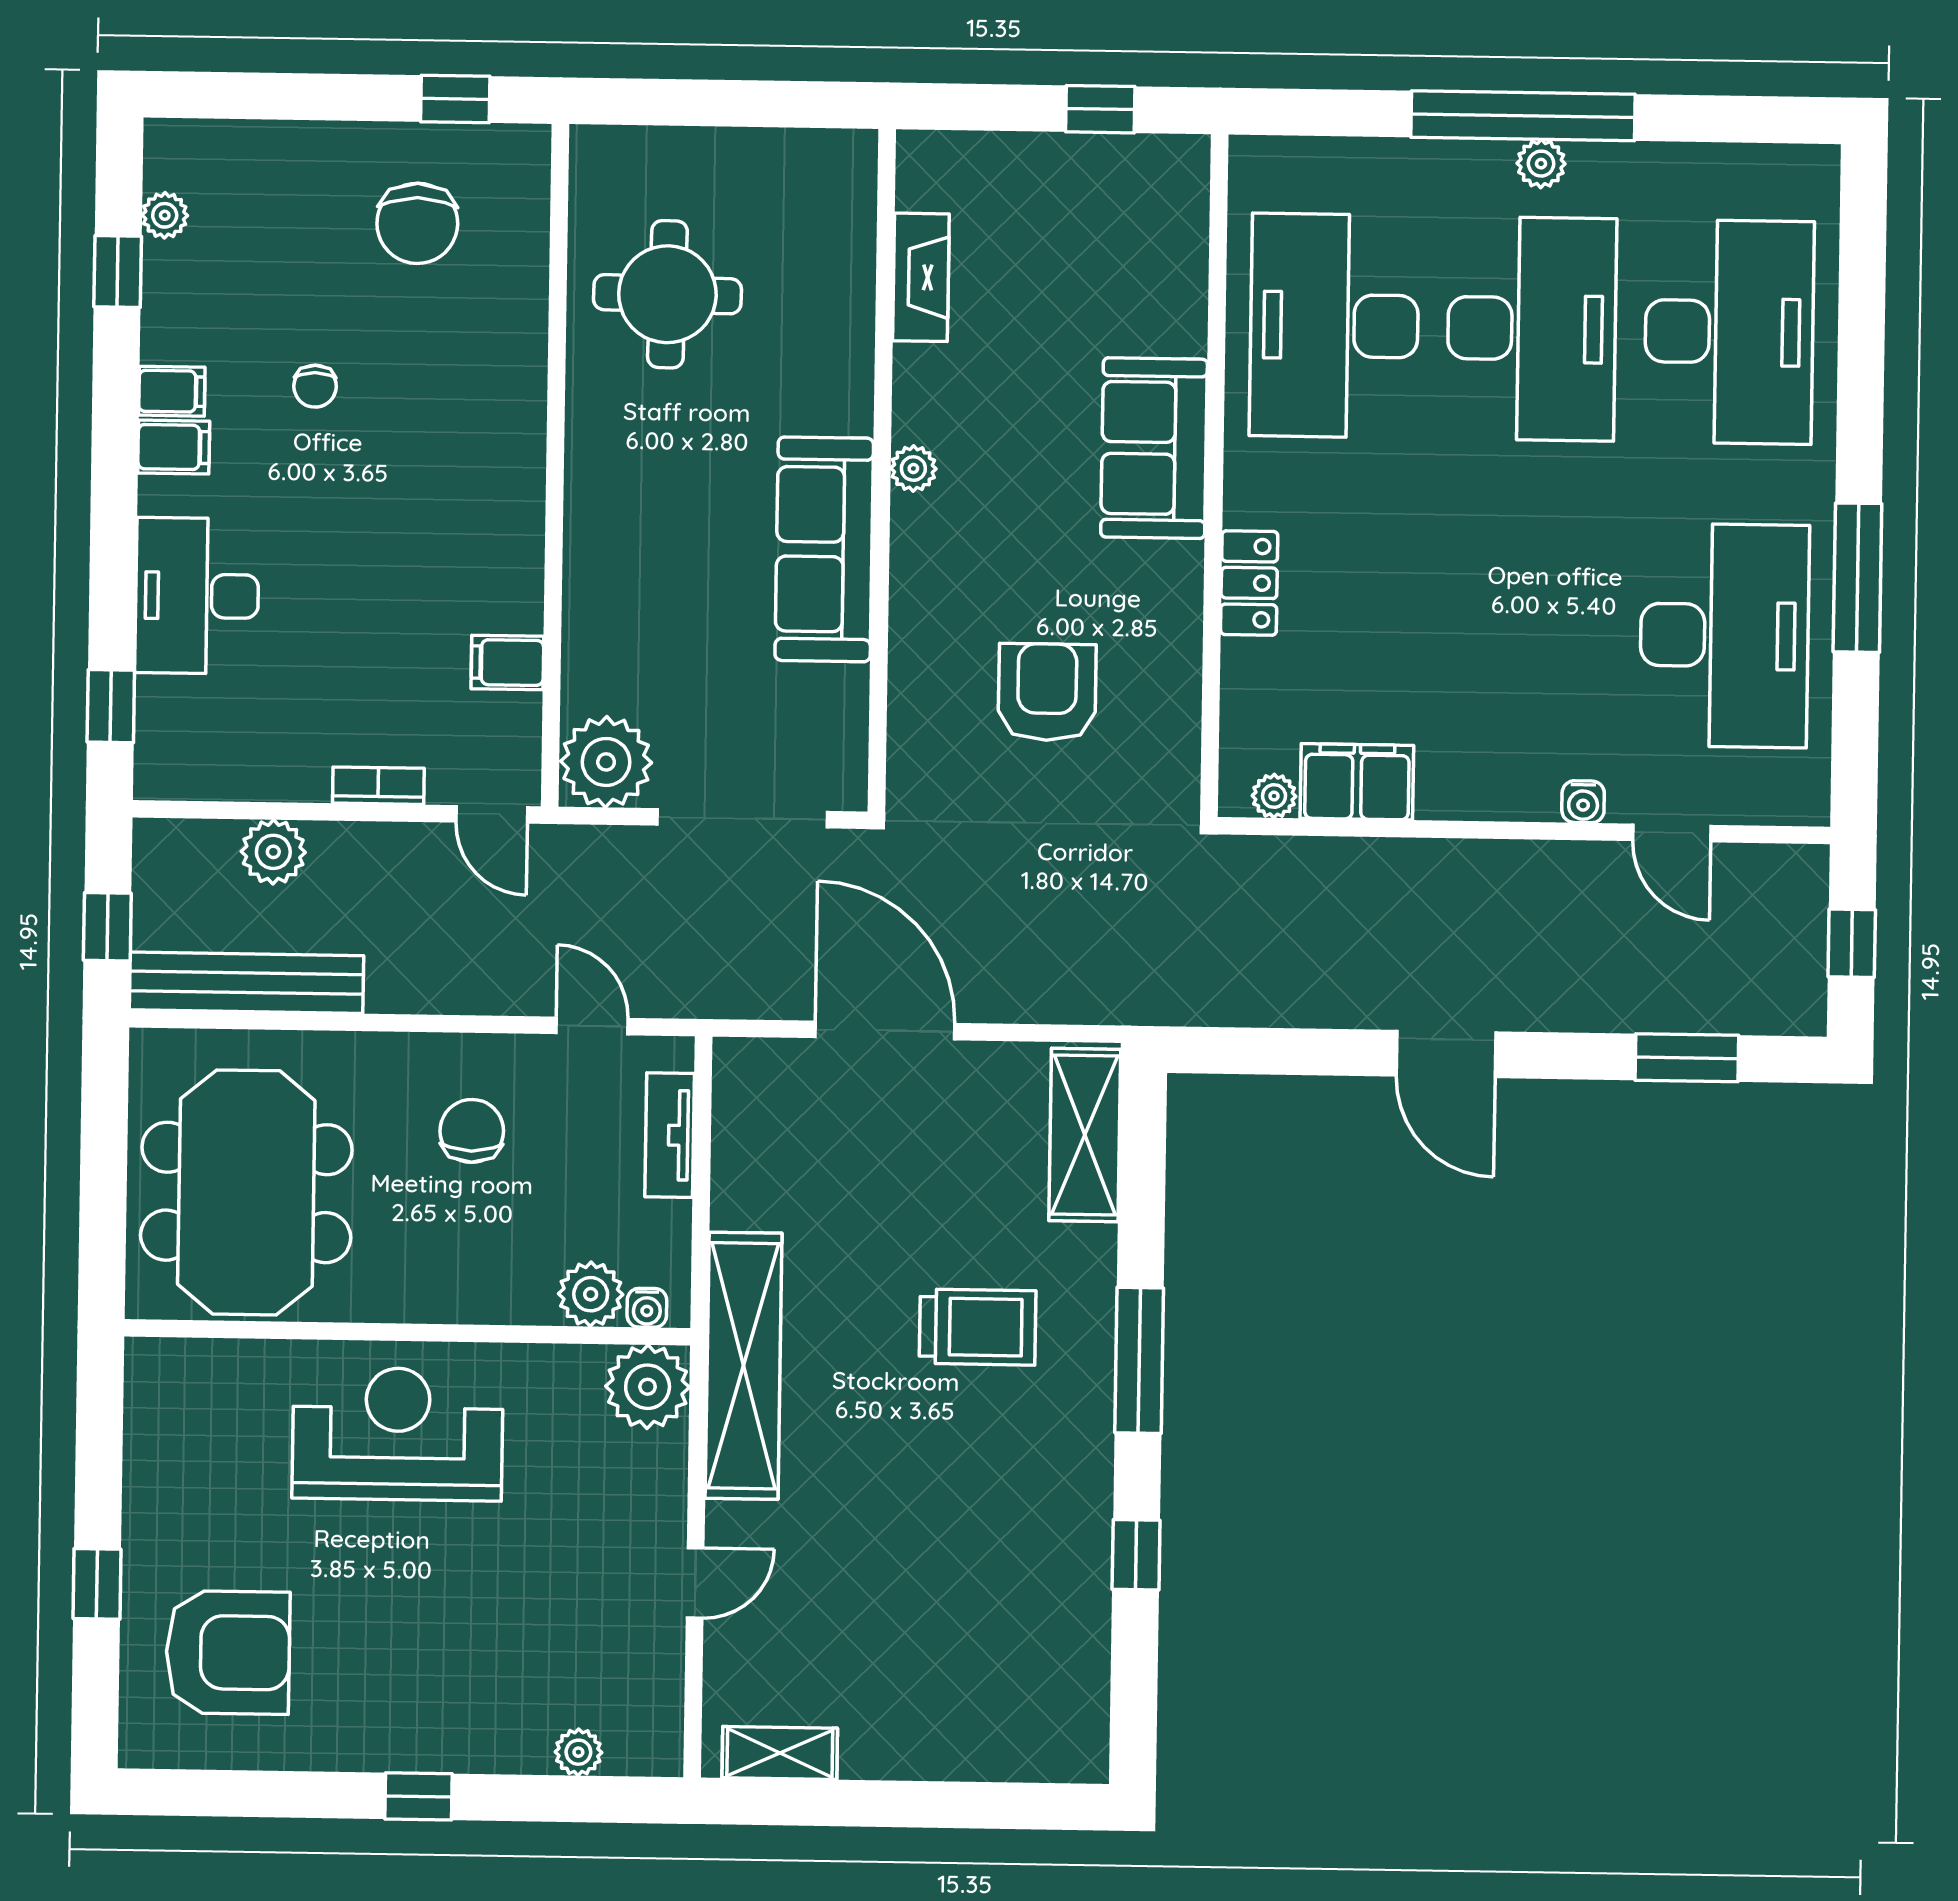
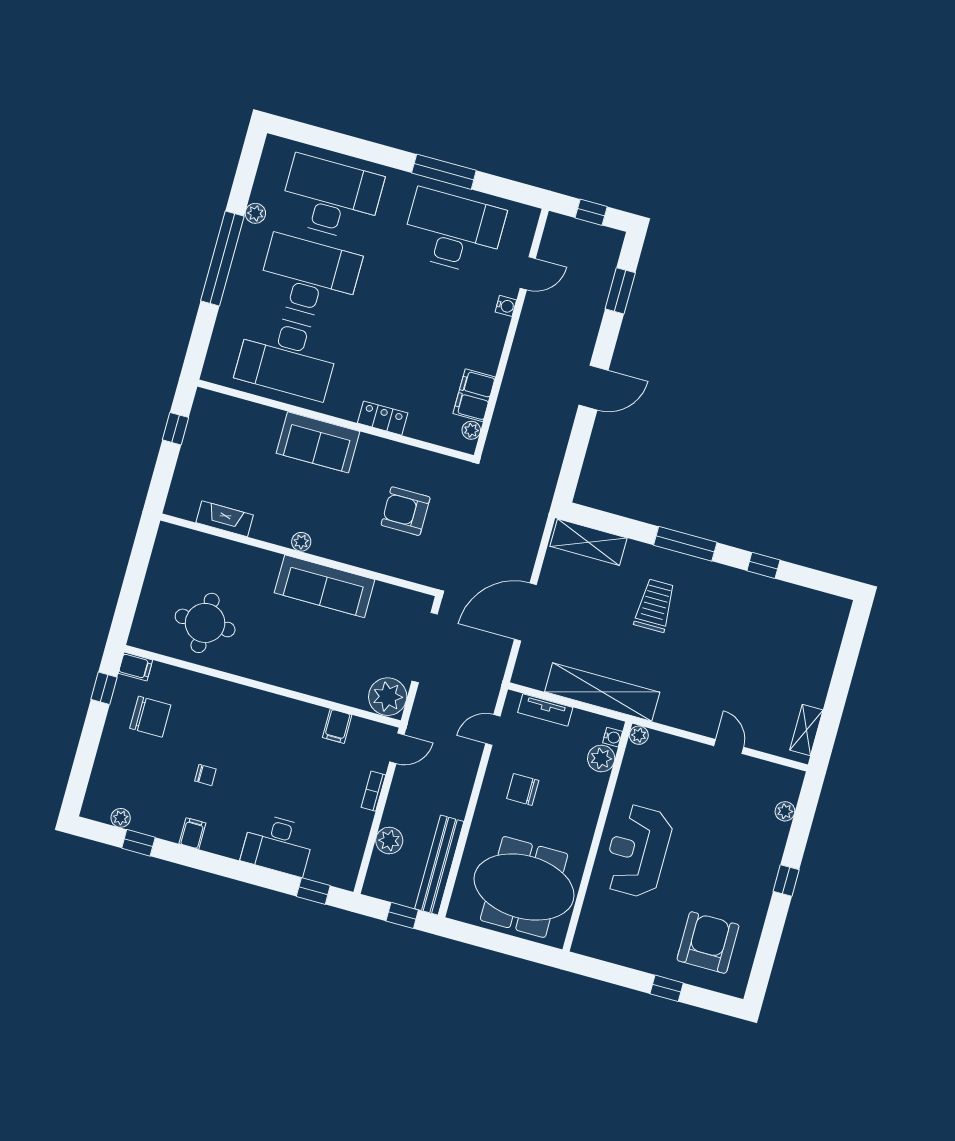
plant: (1541, 164) -> (255, 213), moved
filing cabinet: (174, 447) -> (135, 667), moved, turned 90
shelving: (744, 1366) -> (602, 692), moved
plant: (648, 1387) -> (639, 735), width x0.53, depth x0.53

